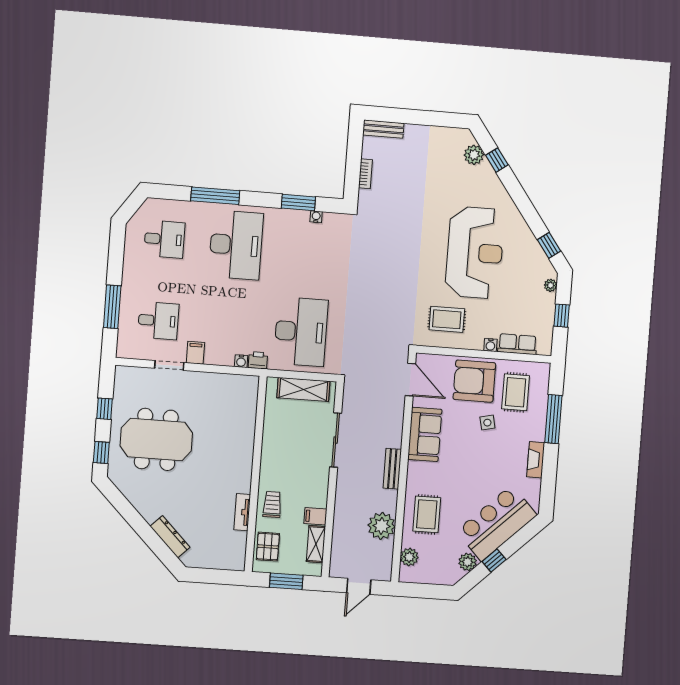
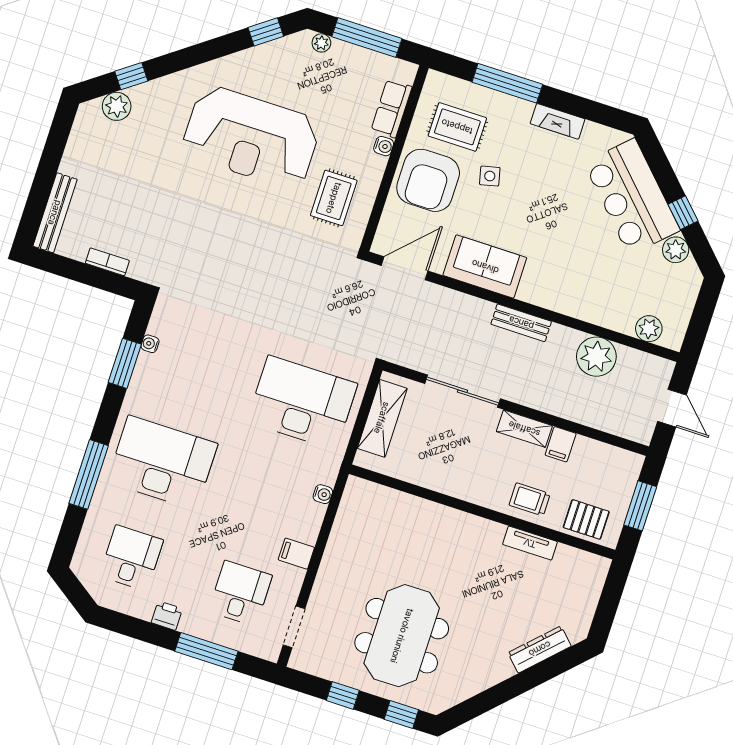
bench: (383, 129) -> (55, 213), width x1.36
reception desk: (475, 253) -> (251, 137), turned 180
window: (562, 316) -> (367, 38), width x2.17
printer: (258, 360) -> (167, 616), moved, turned 90
doorway: (169, 365) -> (294, 627), moved
rug: (427, 514) -> (596, 290), removed
shelving: (316, 544) -> (524, 429), moved

